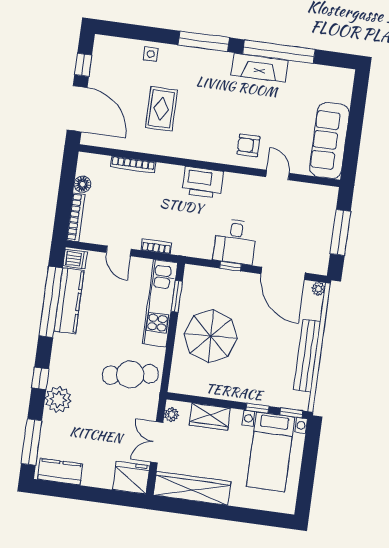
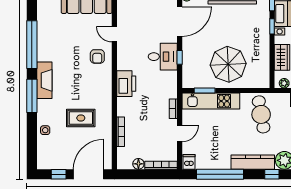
fireplace: (260, 68) -> (44, 80), moved
door: (278, 175) -> (114, 34), hinge flipped
kitchen counter: (69, 301) -> (253, 162), moved

